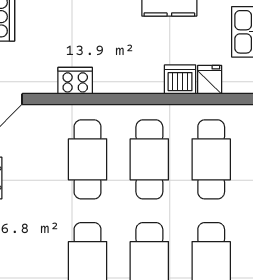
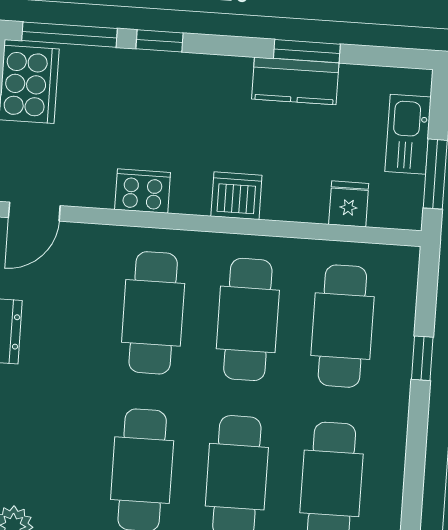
dishwasher: (180, 80) -> (236, 196), moved

